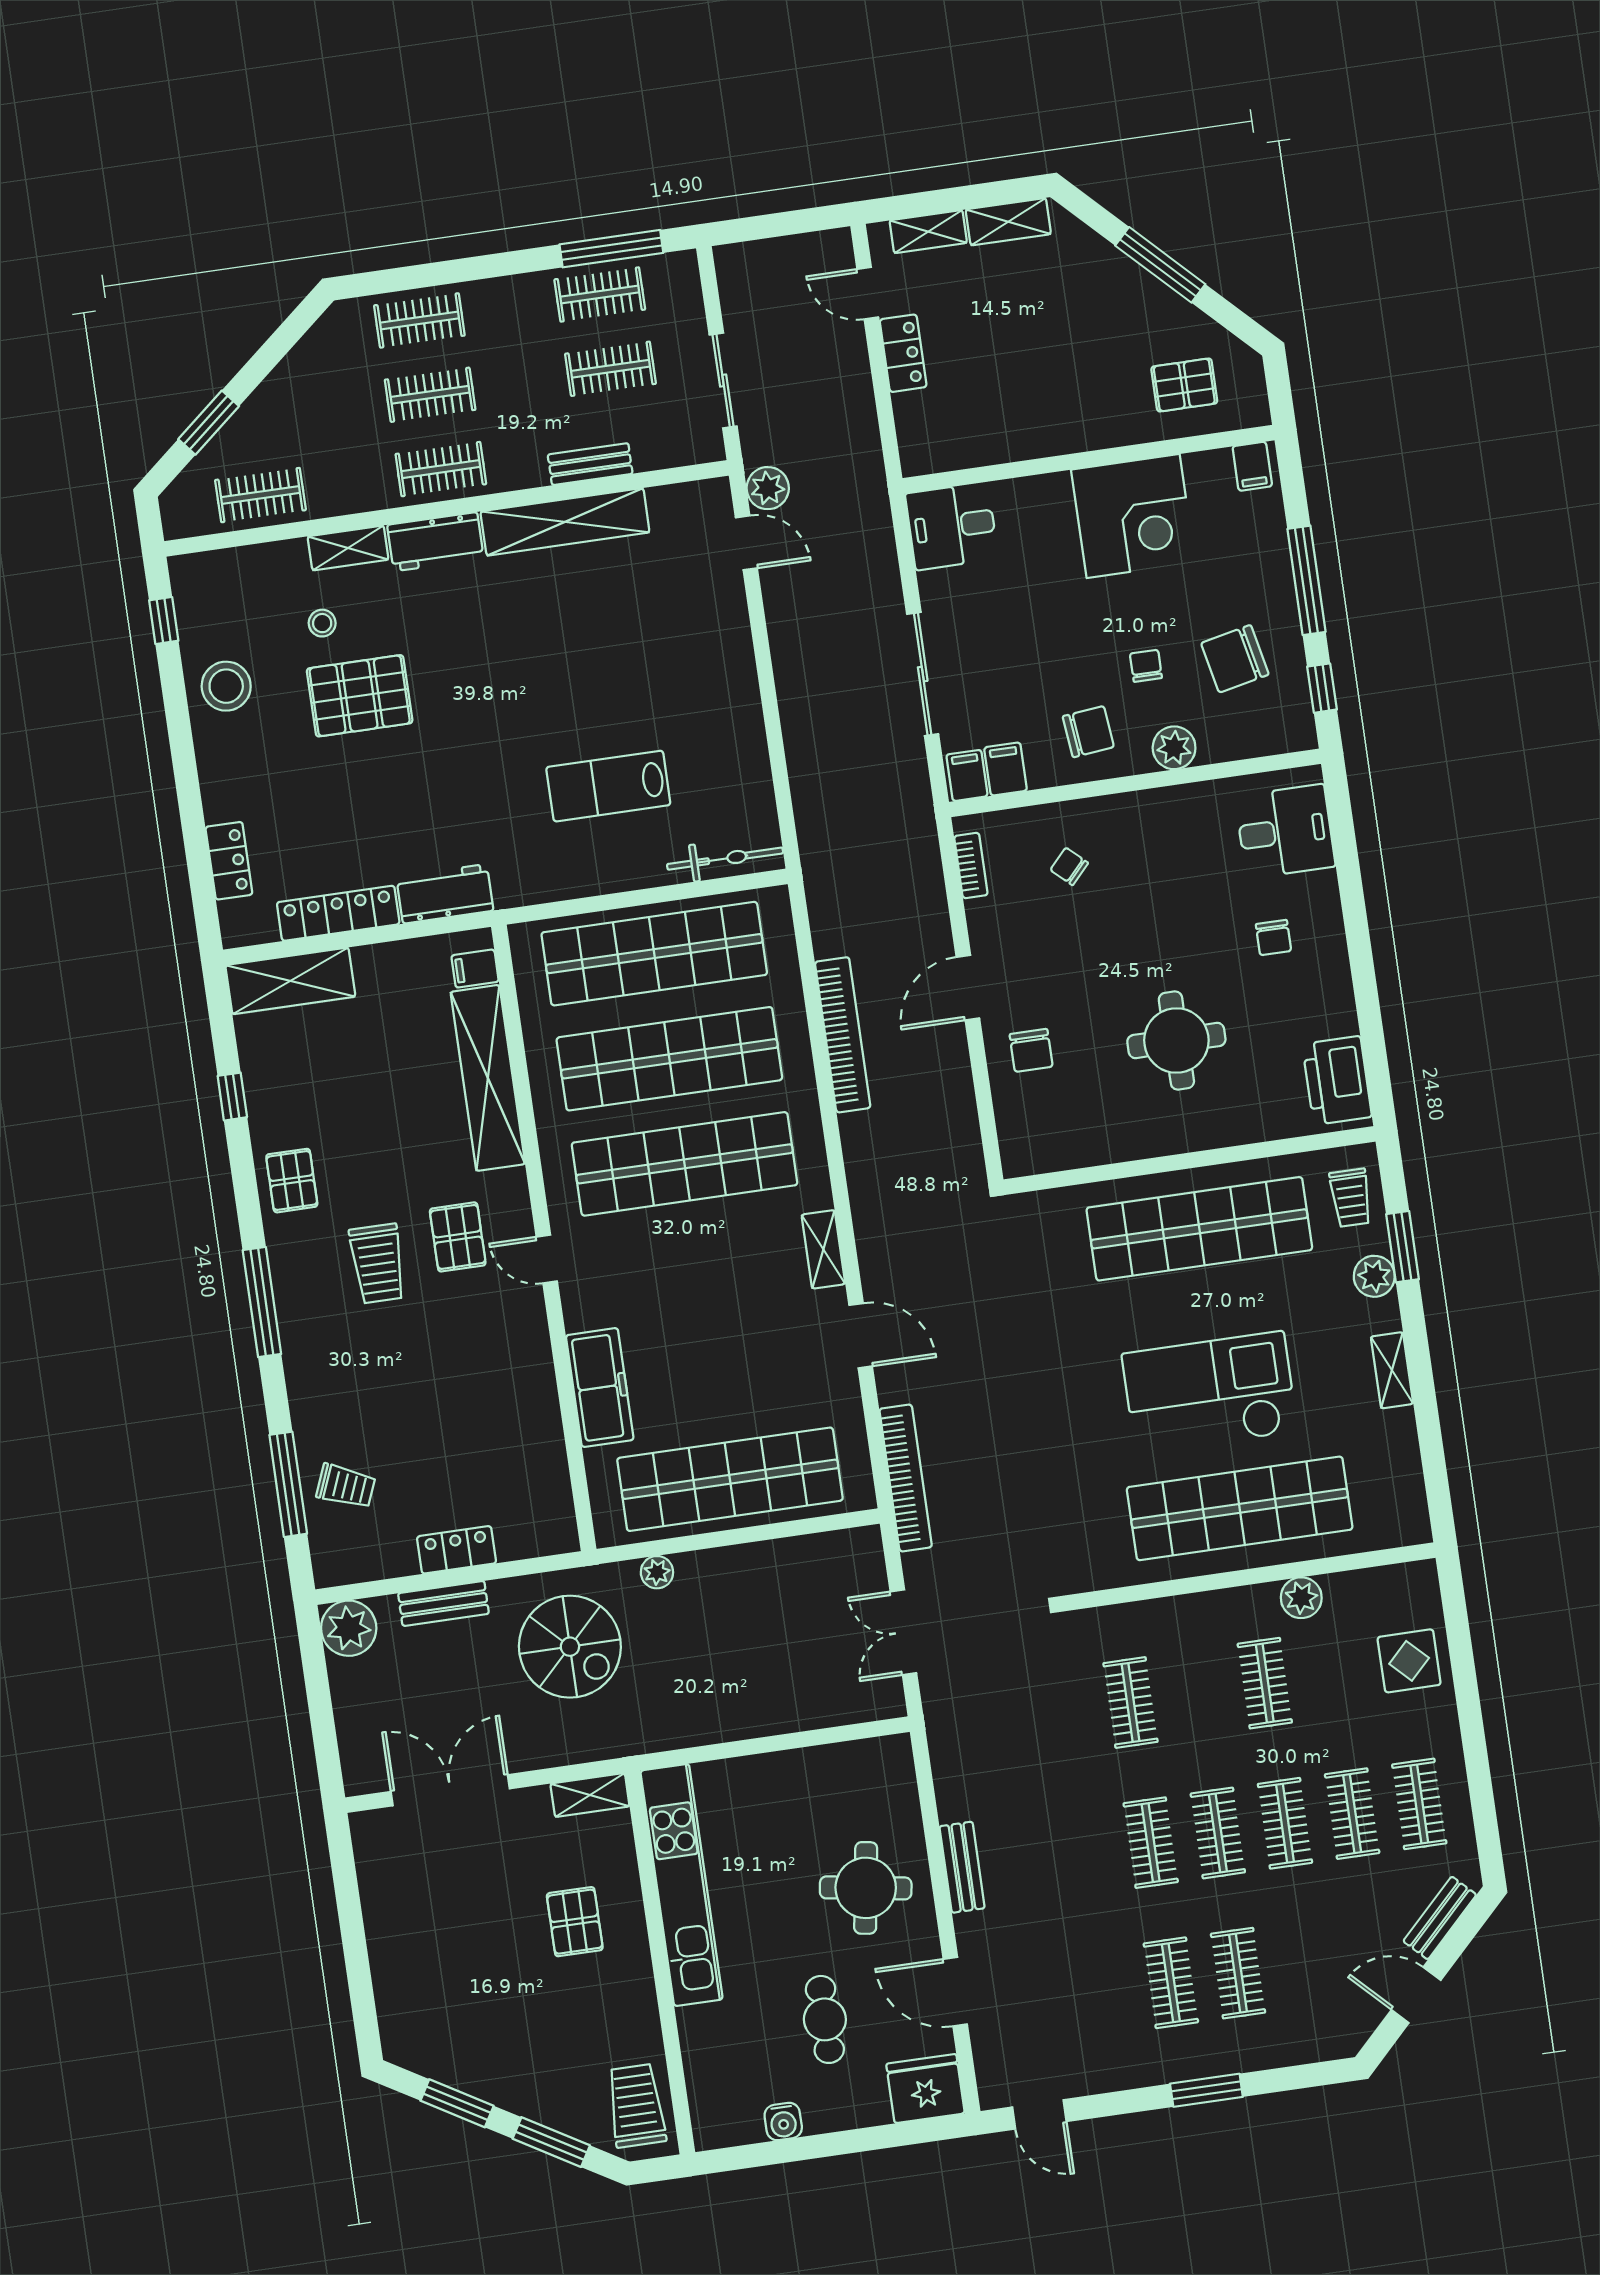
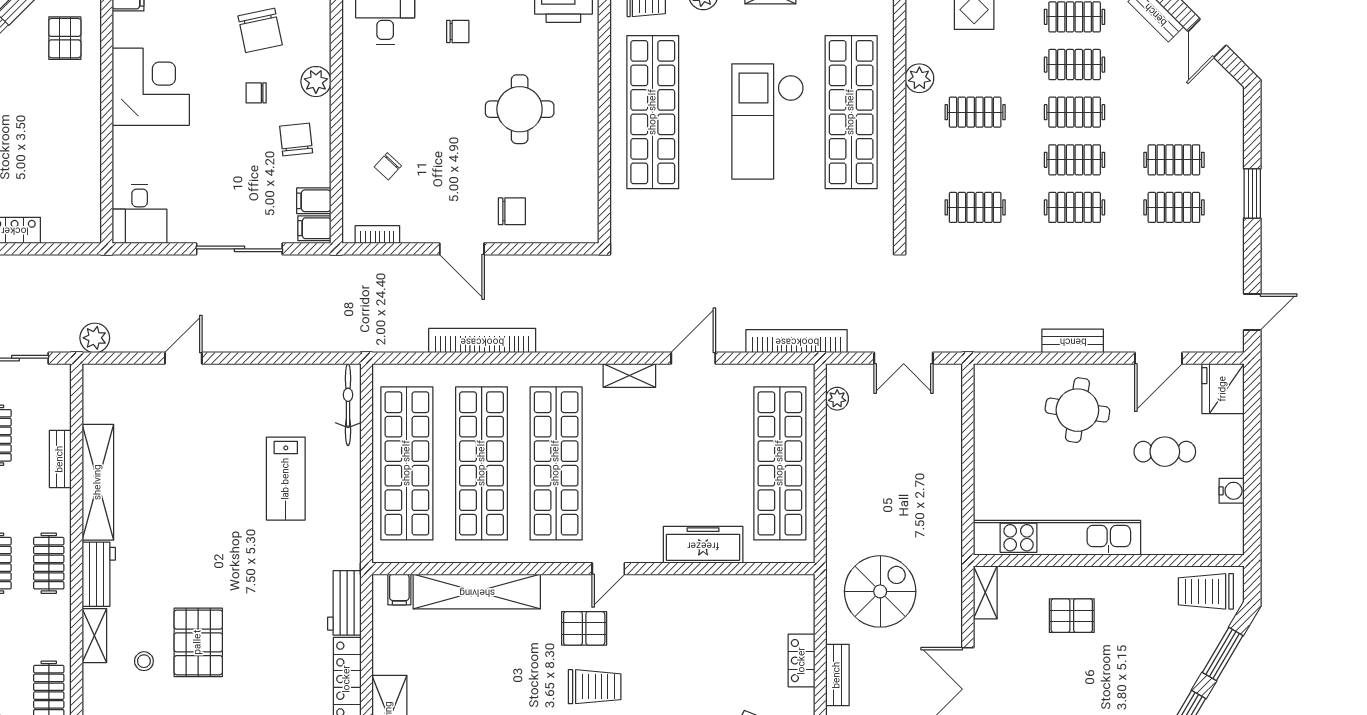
door: (746, 543) -> (183, 358), moved
plant: (657, 1572) -> (837, 399), moved

